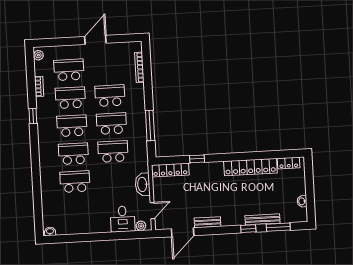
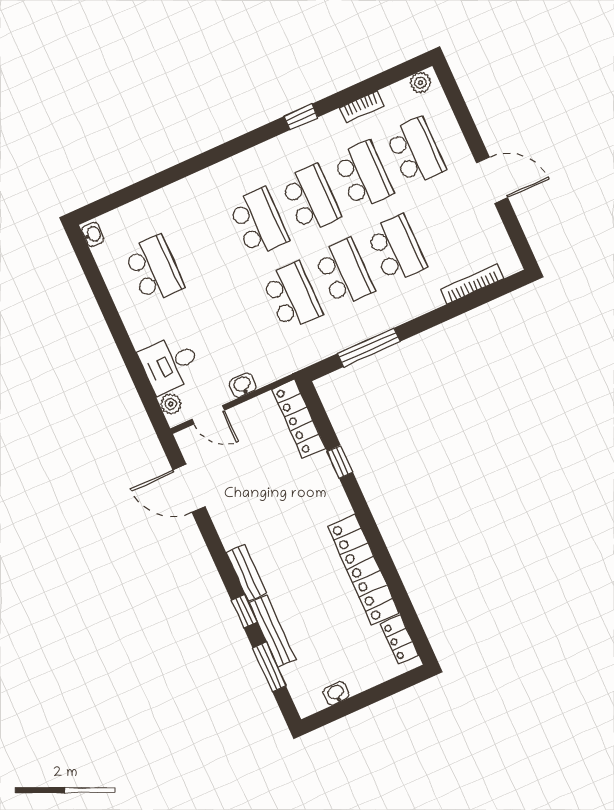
school desk: (75, 182) -> (154, 269), moved
washbasin: (143, 184) -> (243, 385), width x0.52, depth x0.69
bench: (207, 222) -> (246, 573), moved

